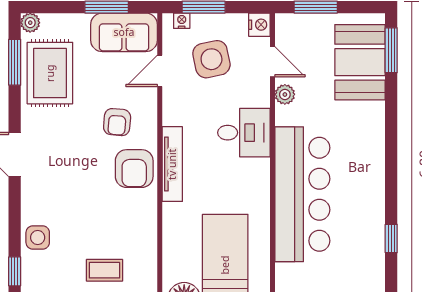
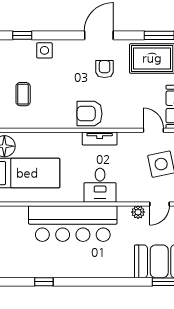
armchair: (117, 122) -> (105, 69), moved, turned 85
desk: (244, 133) -> (100, 185), moved
tv unit: (172, 164) -> (100, 138), width x0.71

